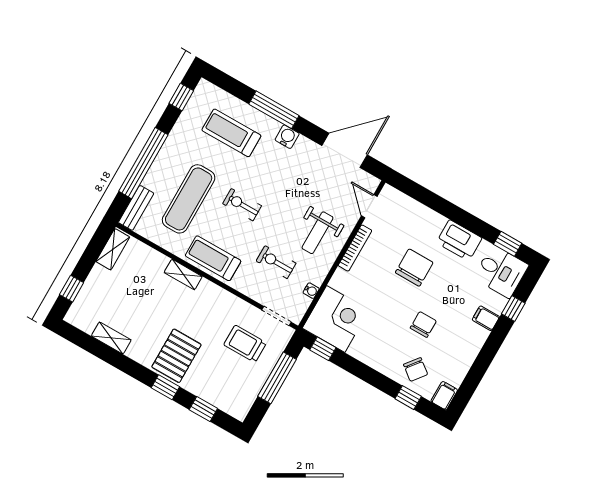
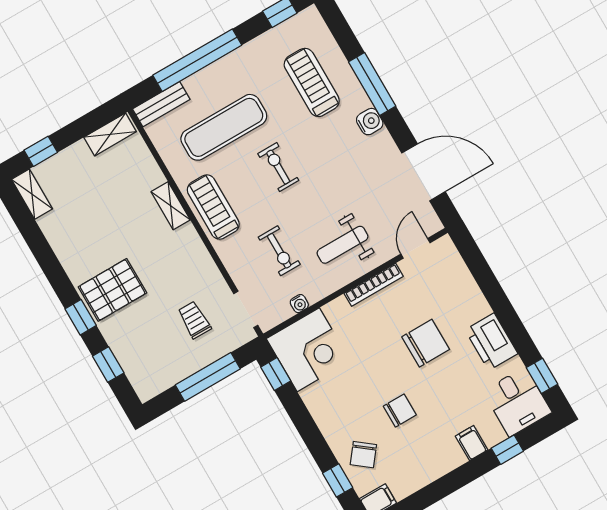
exercise bike: (276, 262) -> (279, 251), turned 180
shelving: (111, 338) -> (32, 194), moved
trolley: (245, 344) -> (194, 320), width x0.73, depth x0.72

